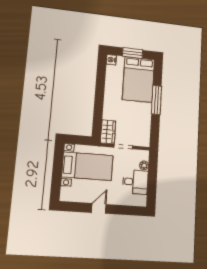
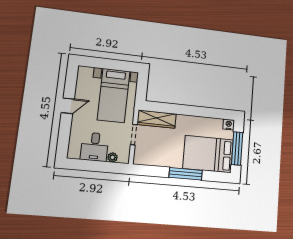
window: (133, 53) -> (237, 148), width x1.44
wardrobe: (108, 132) -> (157, 119), width x1.50
door: (99, 208) -> (68, 106), hinge flipped

